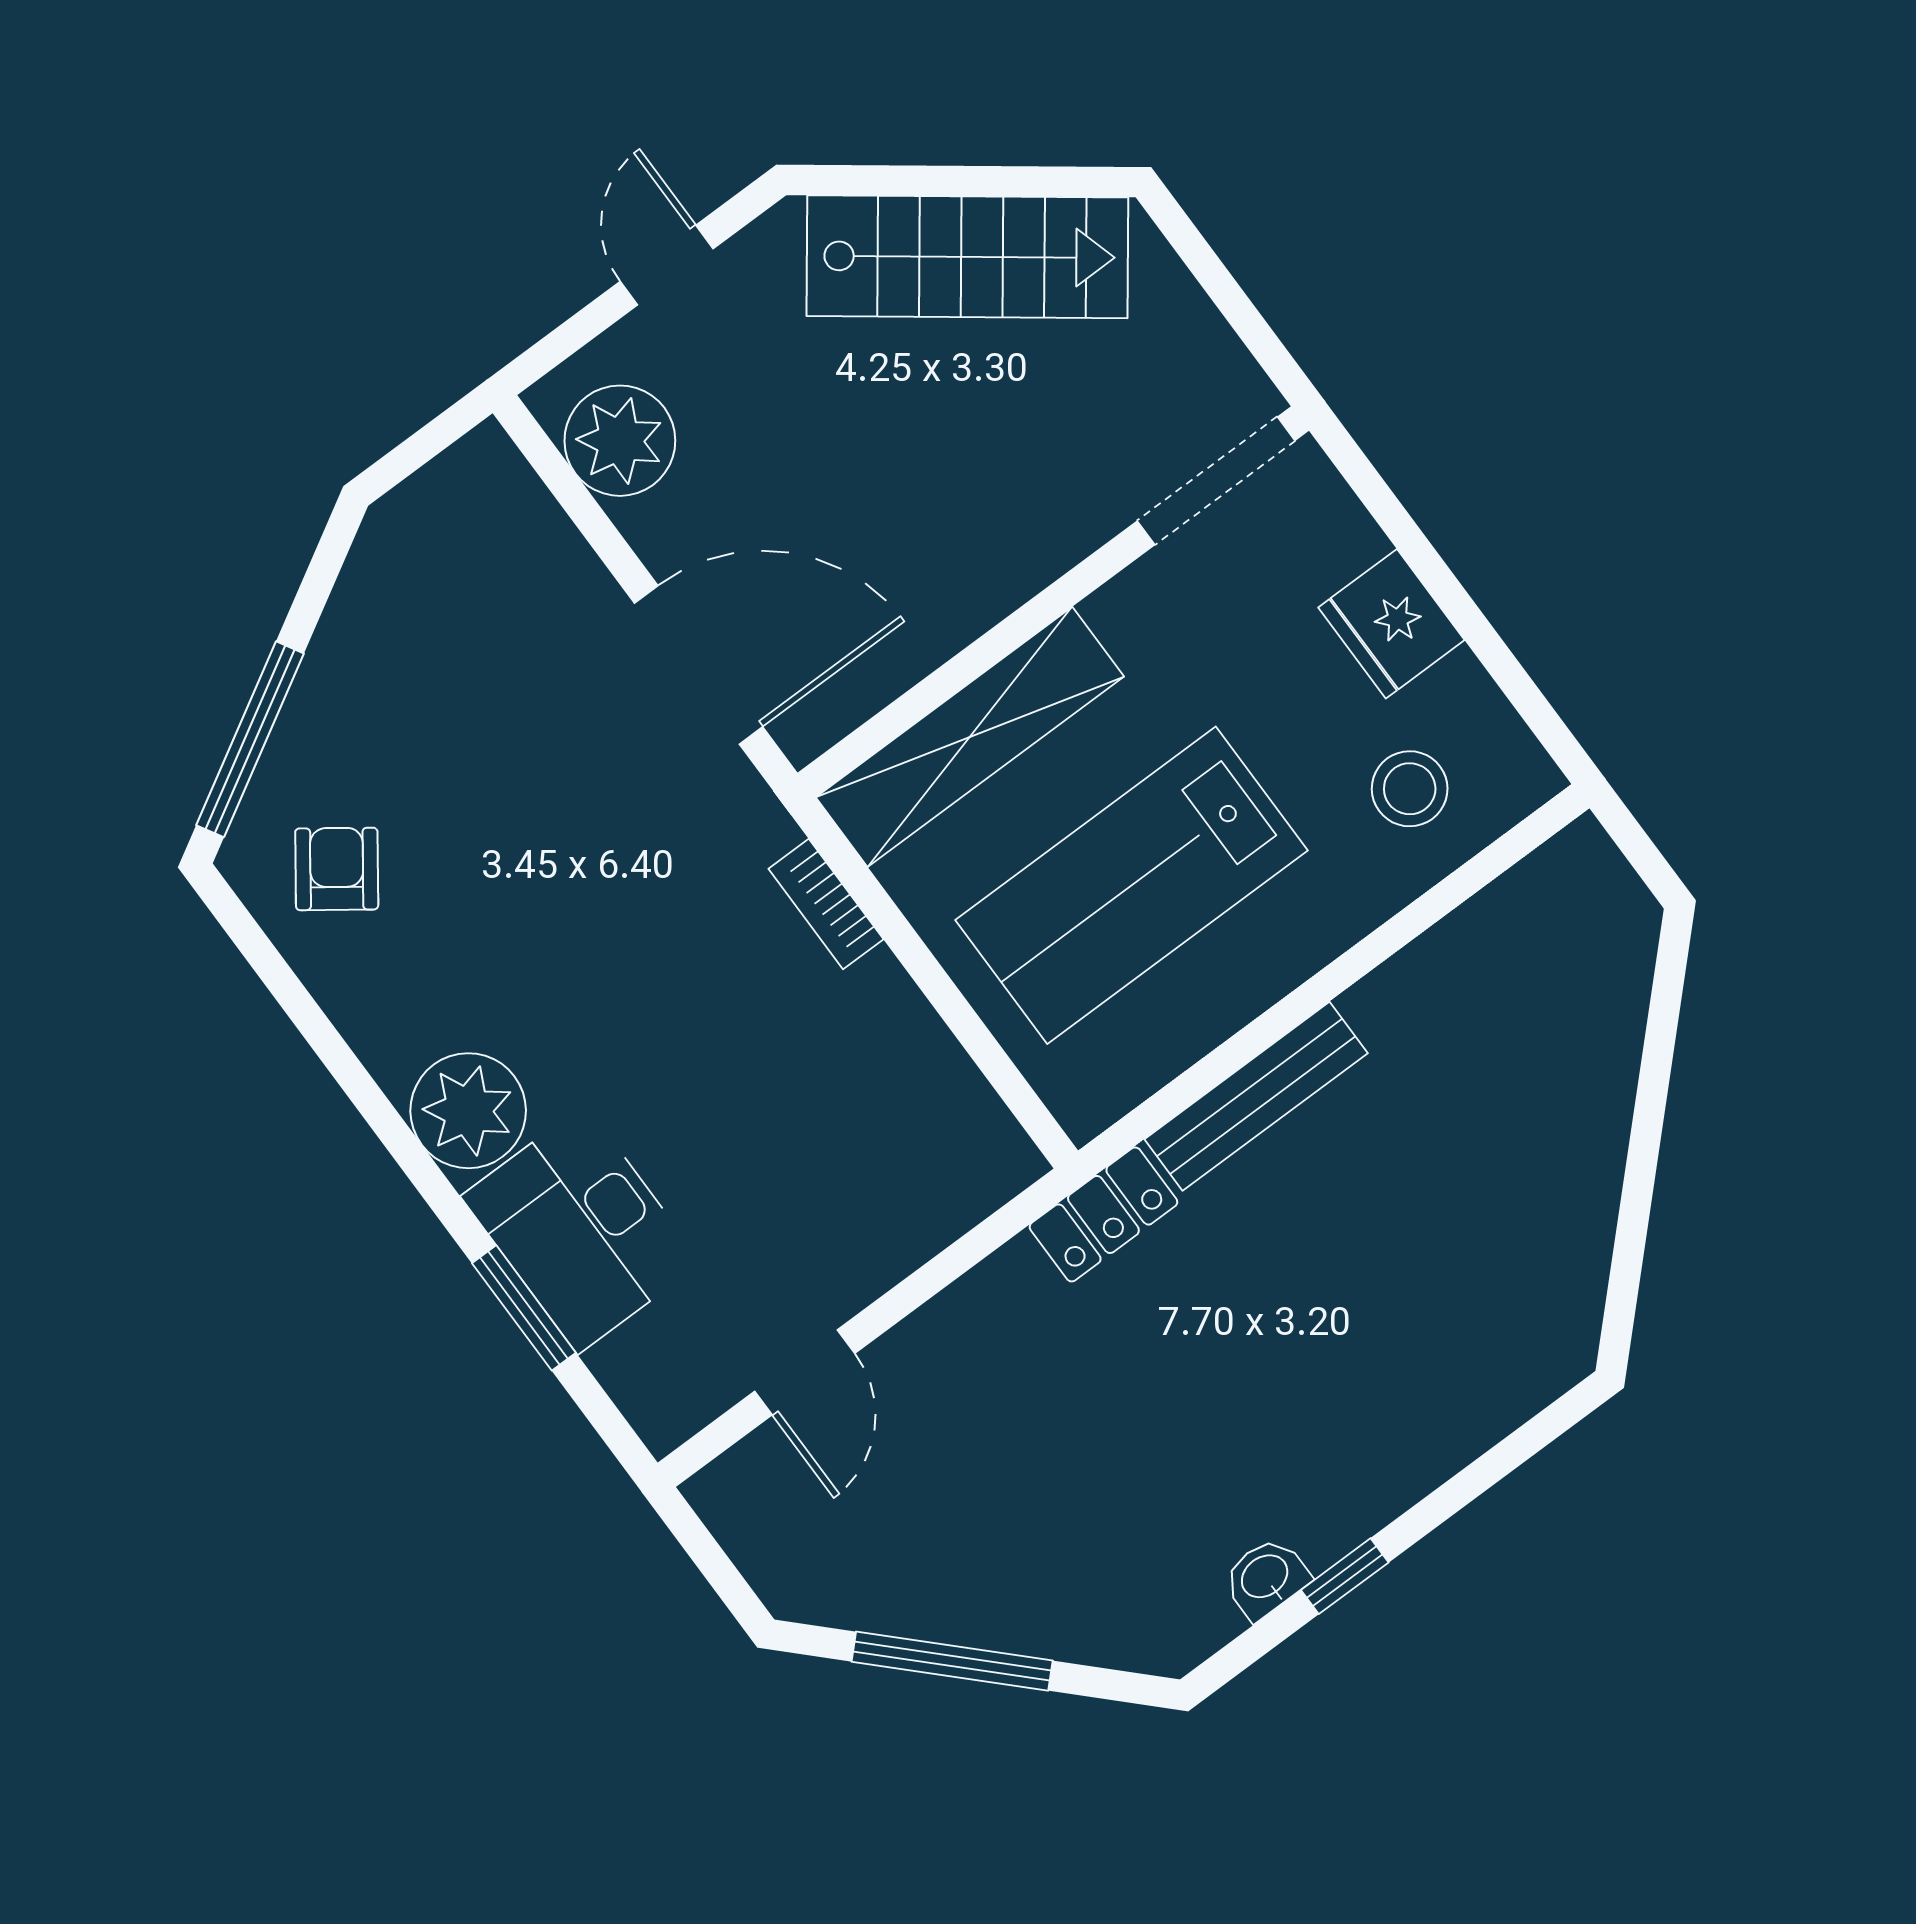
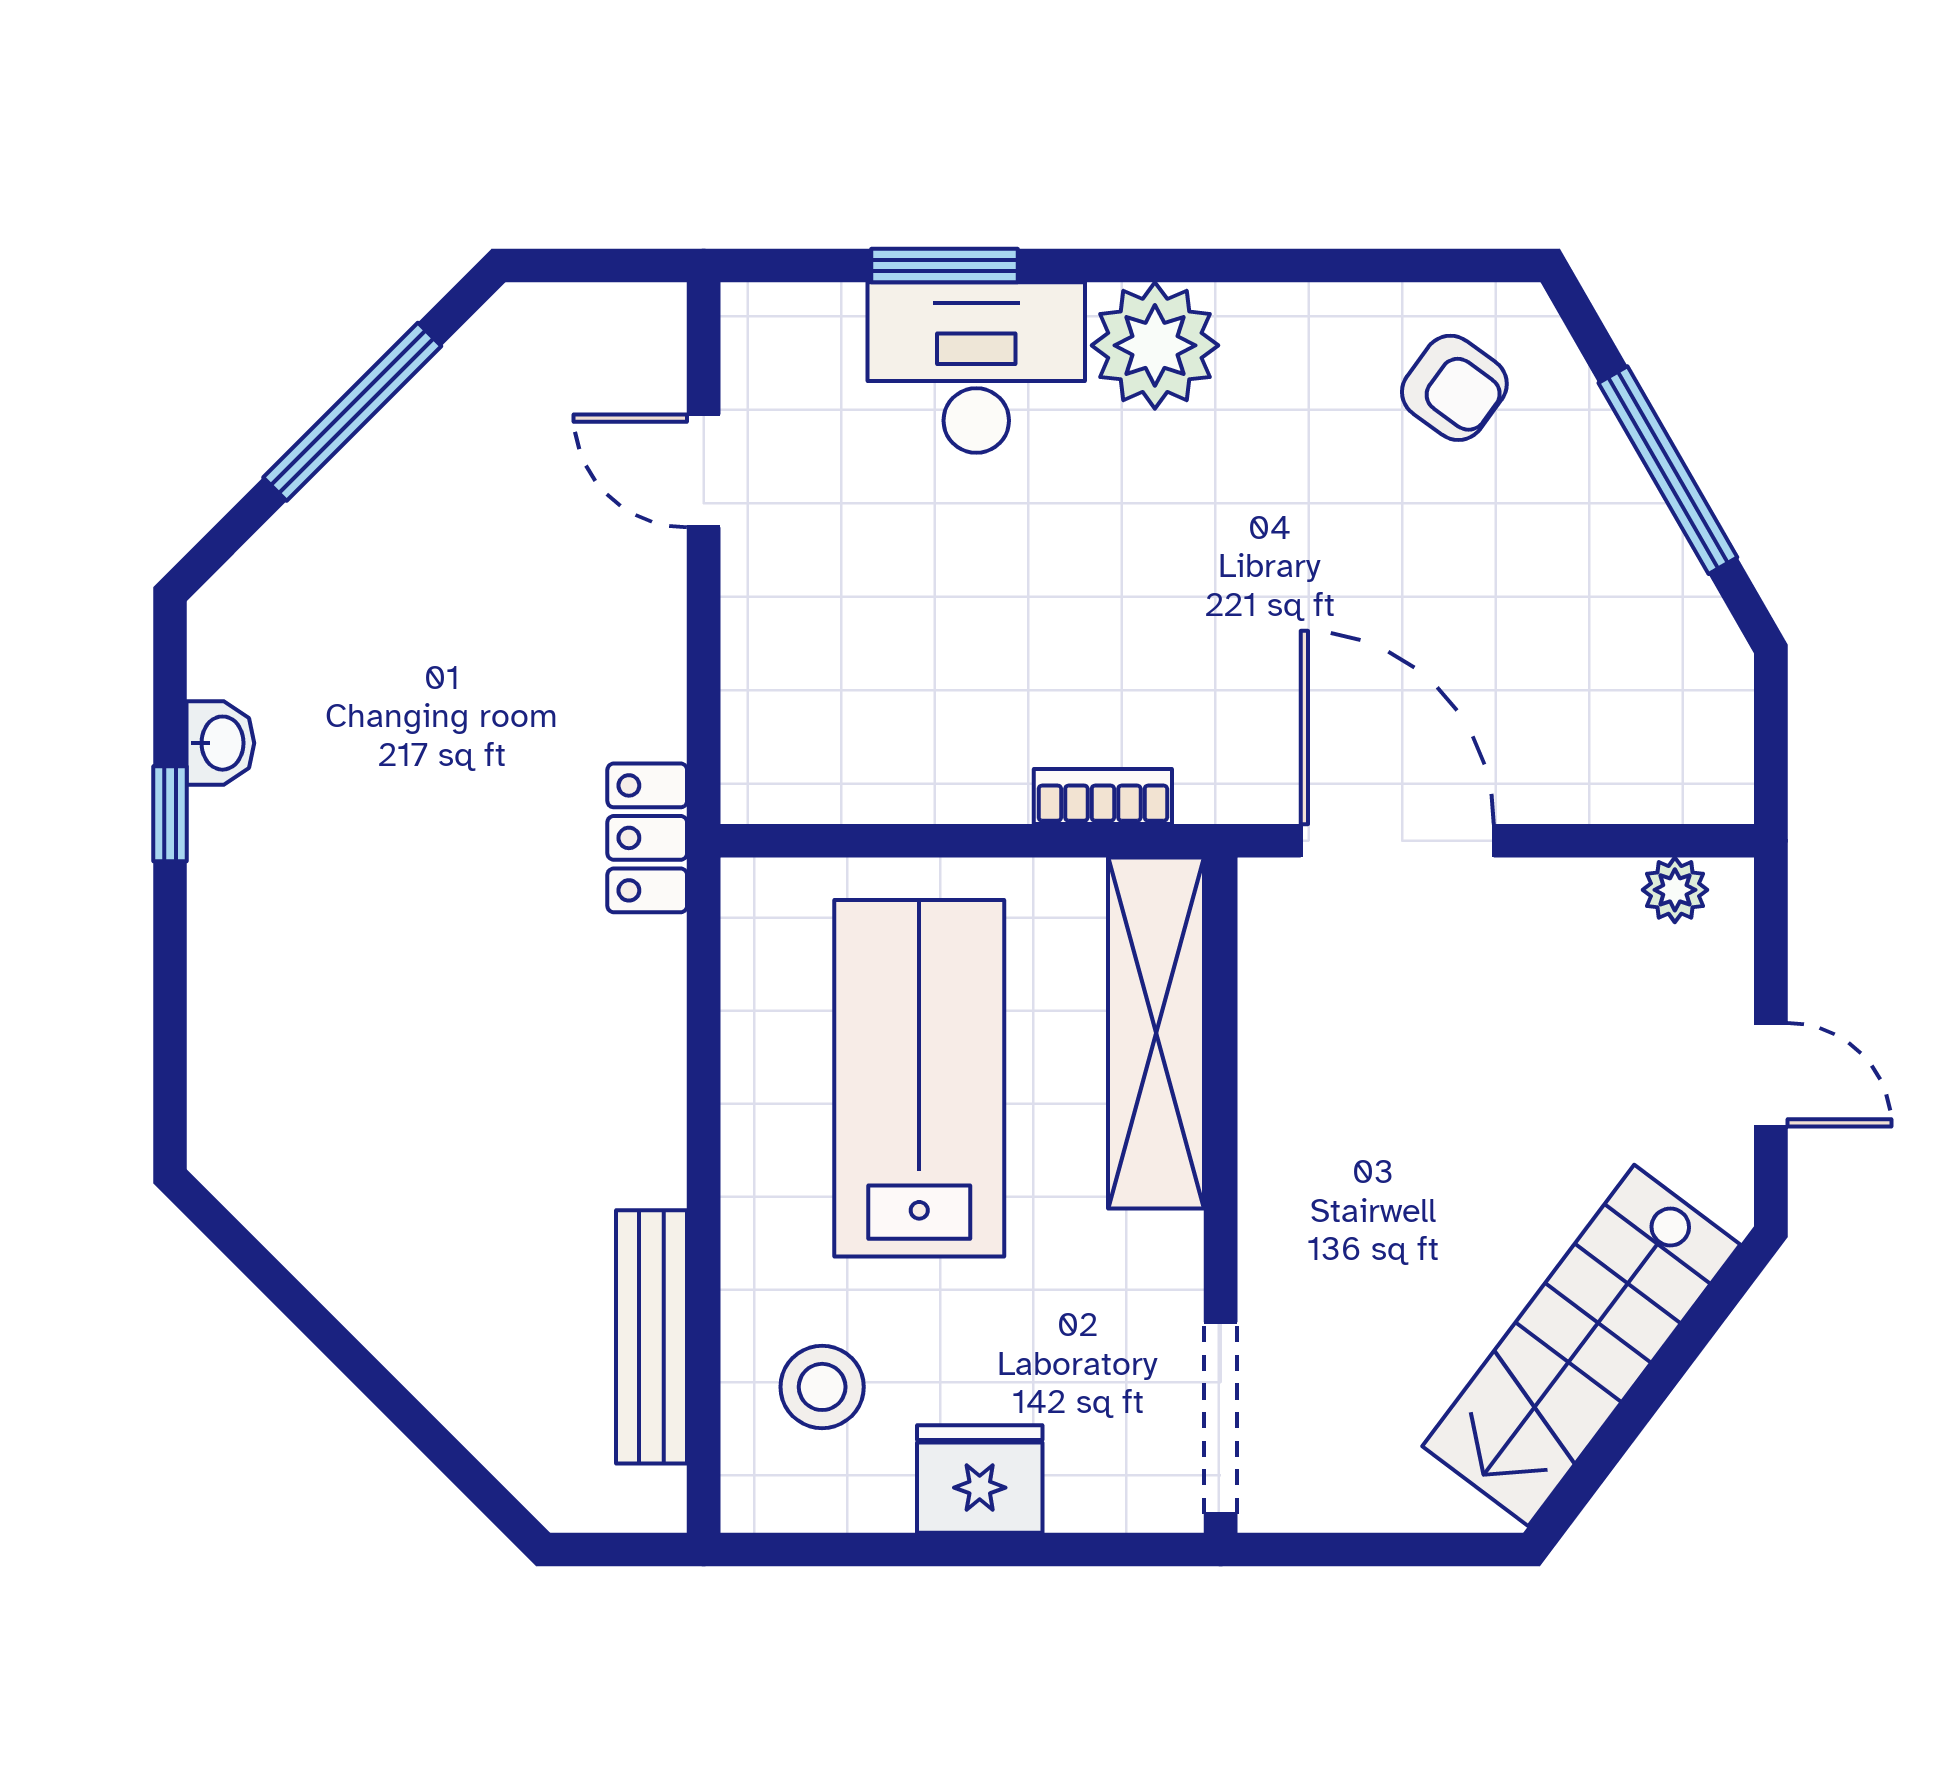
plant: (620, 441) -> (1675, 890), width x0.53, depth x0.53
door: (699, 665) -> (1397, 841), swing flipped
window: (250, 739) -> (1668, 470), moved
bench: (1256, 1096) -> (652, 1337), moved

